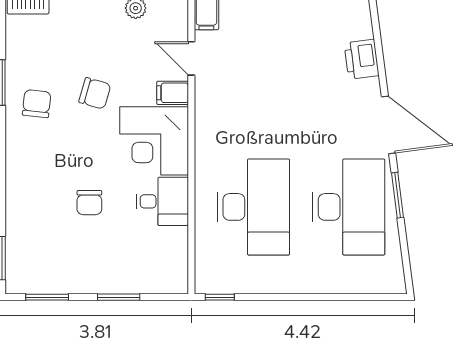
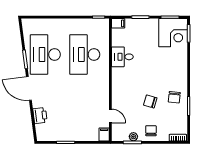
filing cabinet: (173, 93) -> (118, 23), moved
corner desk: (154, 141) -> (173, 33), moved, turned 90
chair: (89, 203) -> (151, 131), moved

